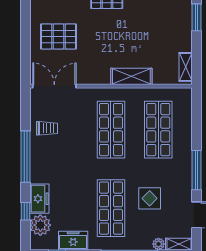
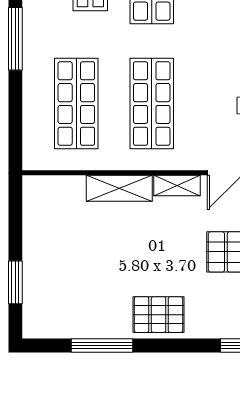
shelving: (186, 67) -> (177, 185), moved, turned 90

